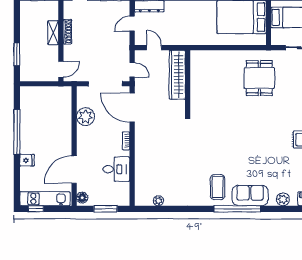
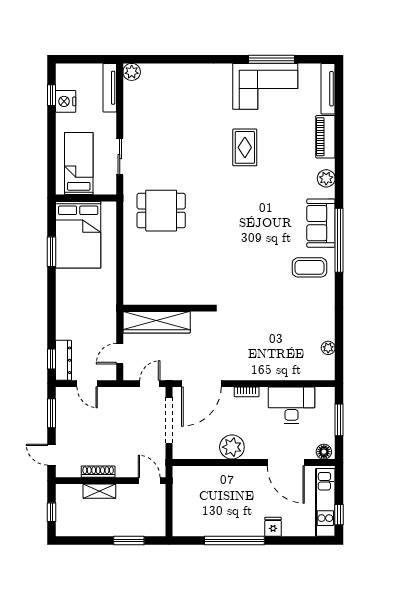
plant: (86, 117) -> (232, 447), moved
desk: (116, 169) -> (291, 405), width x1.37

